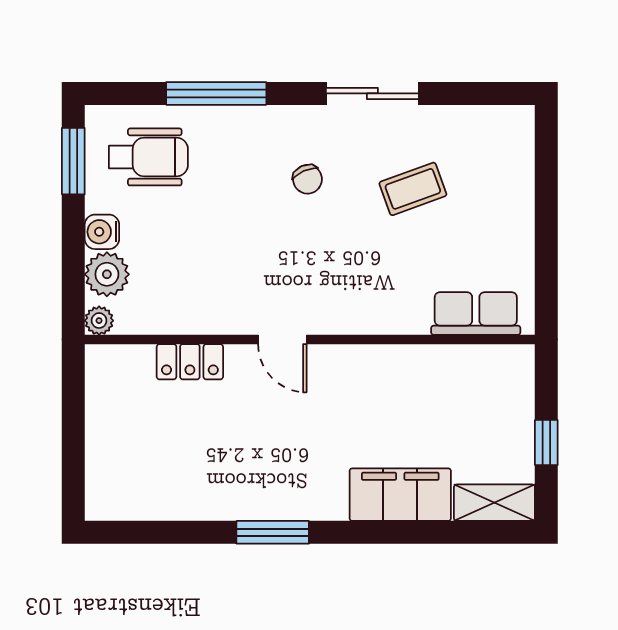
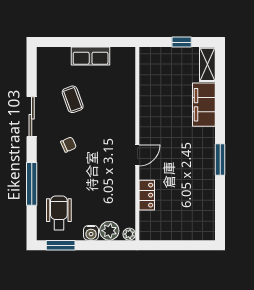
row of seats: (476, 314) -> (91, 56), moved, turned -90

